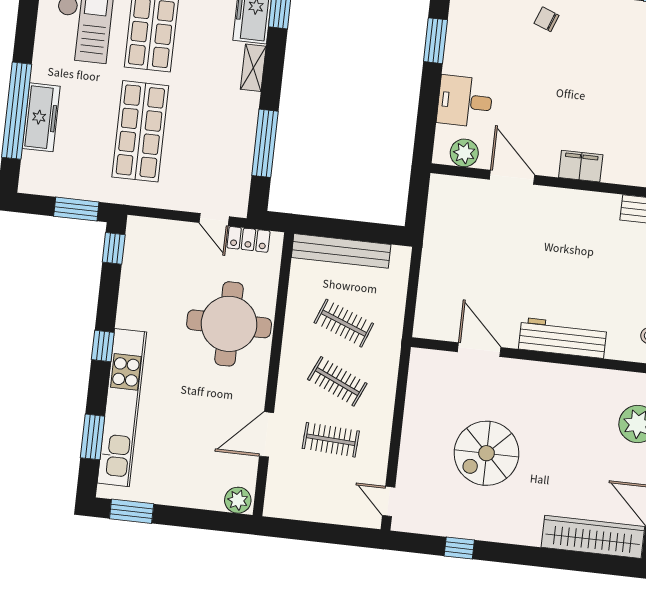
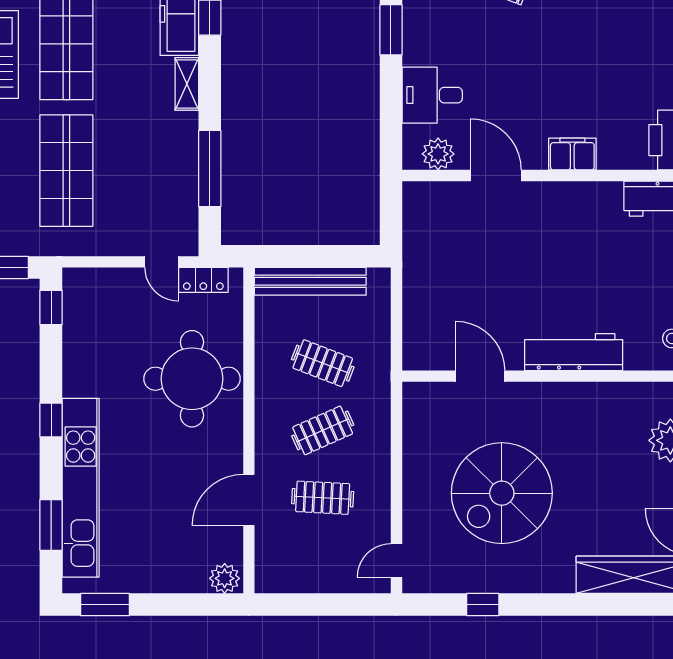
clothes rail: (337, 381) -> (323, 430), turned -48
spiral stairs: (487, 453) -> (502, 493), width x1.37, depth x1.37
door: (389, 501) -> (397, 560), hinge flipped

